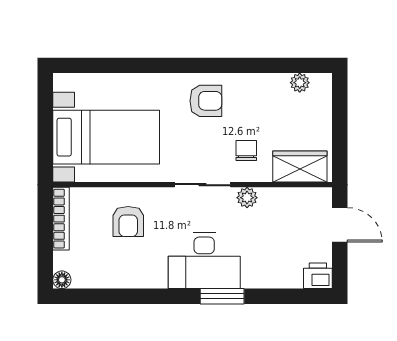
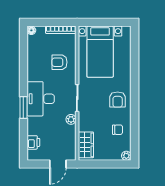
plant: (300, 83) -> (126, 156), moved
chair: (246, 151) -> (118, 130), moved
printer: (318, 276) -> (33, 142), moved

